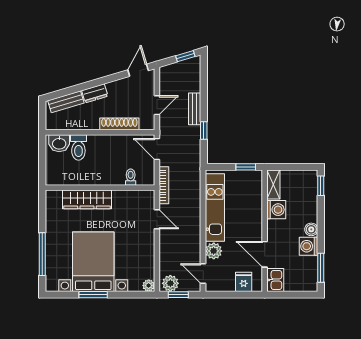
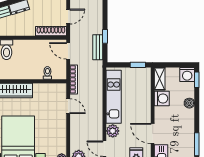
bench: (195, 109) -> (98, 47), moved
shoe rack: (119, 124) -> (51, 31), moved
boiler: (311, 229) -> (189, 103), moved
washing machine: (308, 246) -> (187, 75), moved, turned -90

